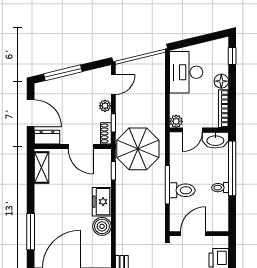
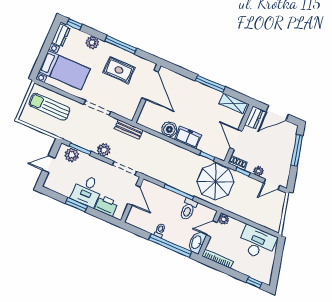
floor lamp: (221, 81) -> (239, 266), removed
door: (113, 84) -> (272, 184), hinge flipped
door: (193, 130) -> (212, 229), hinge flipped
door: (81, 147) -> (236, 140), hinge flipped
toilet: (182, 190) -> (188, 209), moved
window: (31, 232) -> (210, 84), moved

